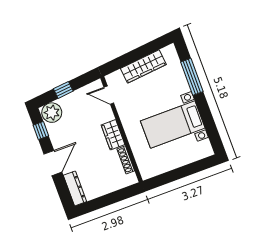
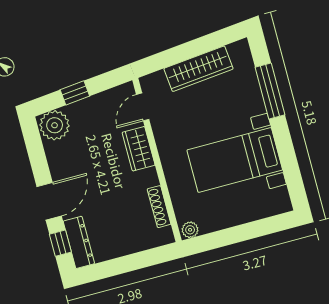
door: (109, 95) -> (143, 107), hinge flipped
window: (41, 130) -> (60, 243), moved
wardrobe: (113, 135) -> (139, 149), moved
plant: (148, 173) -> (190, 230), added

